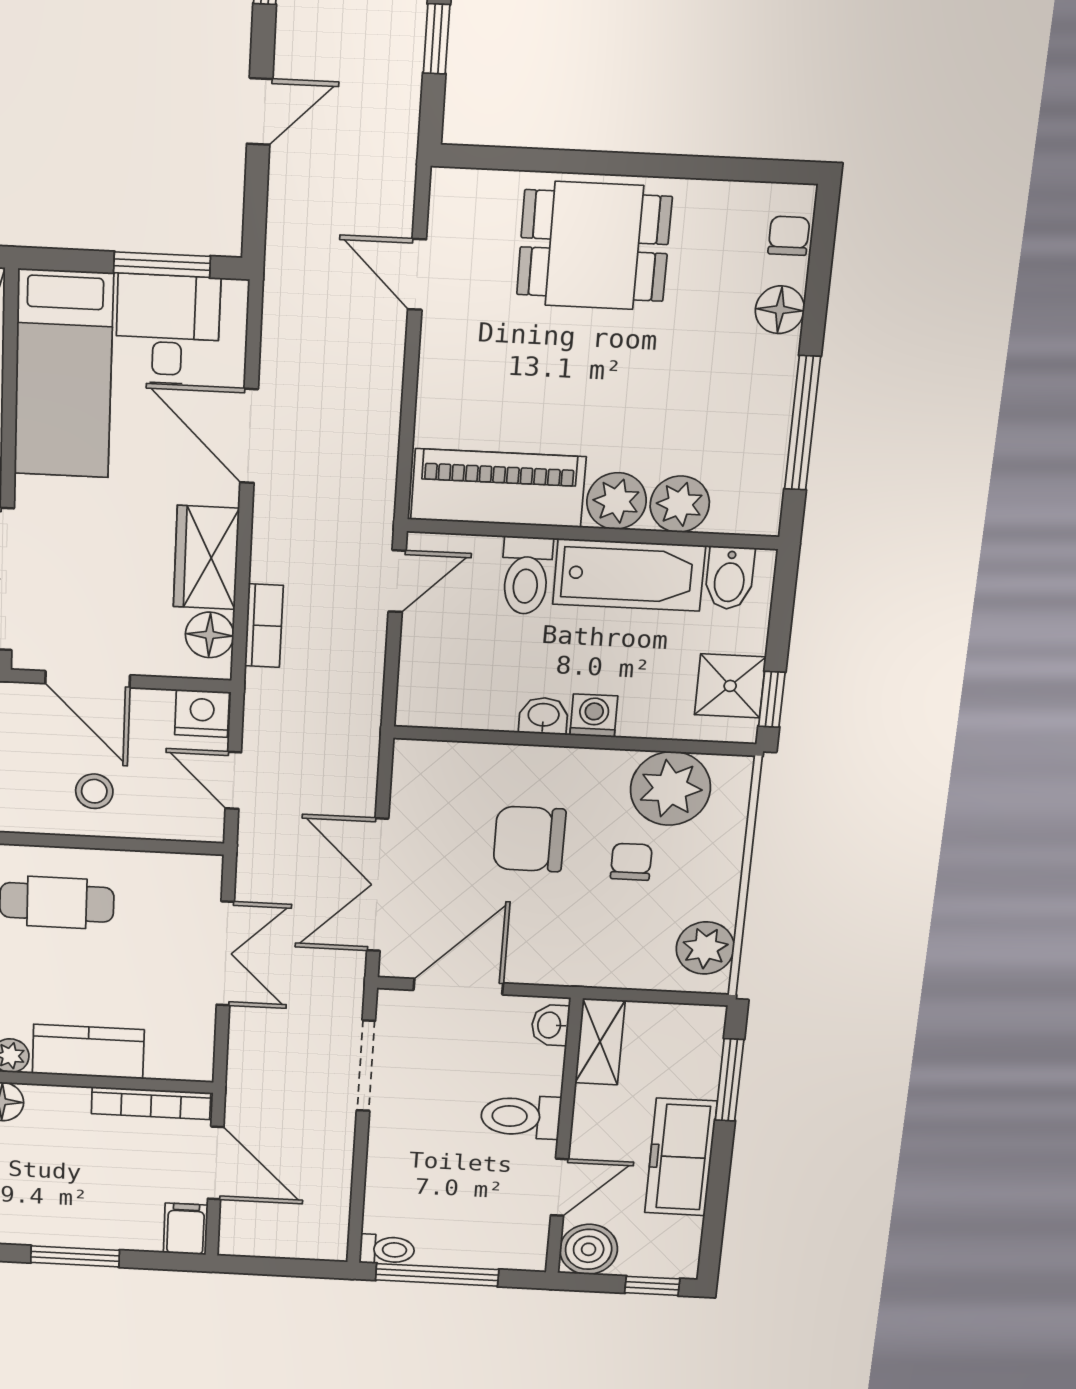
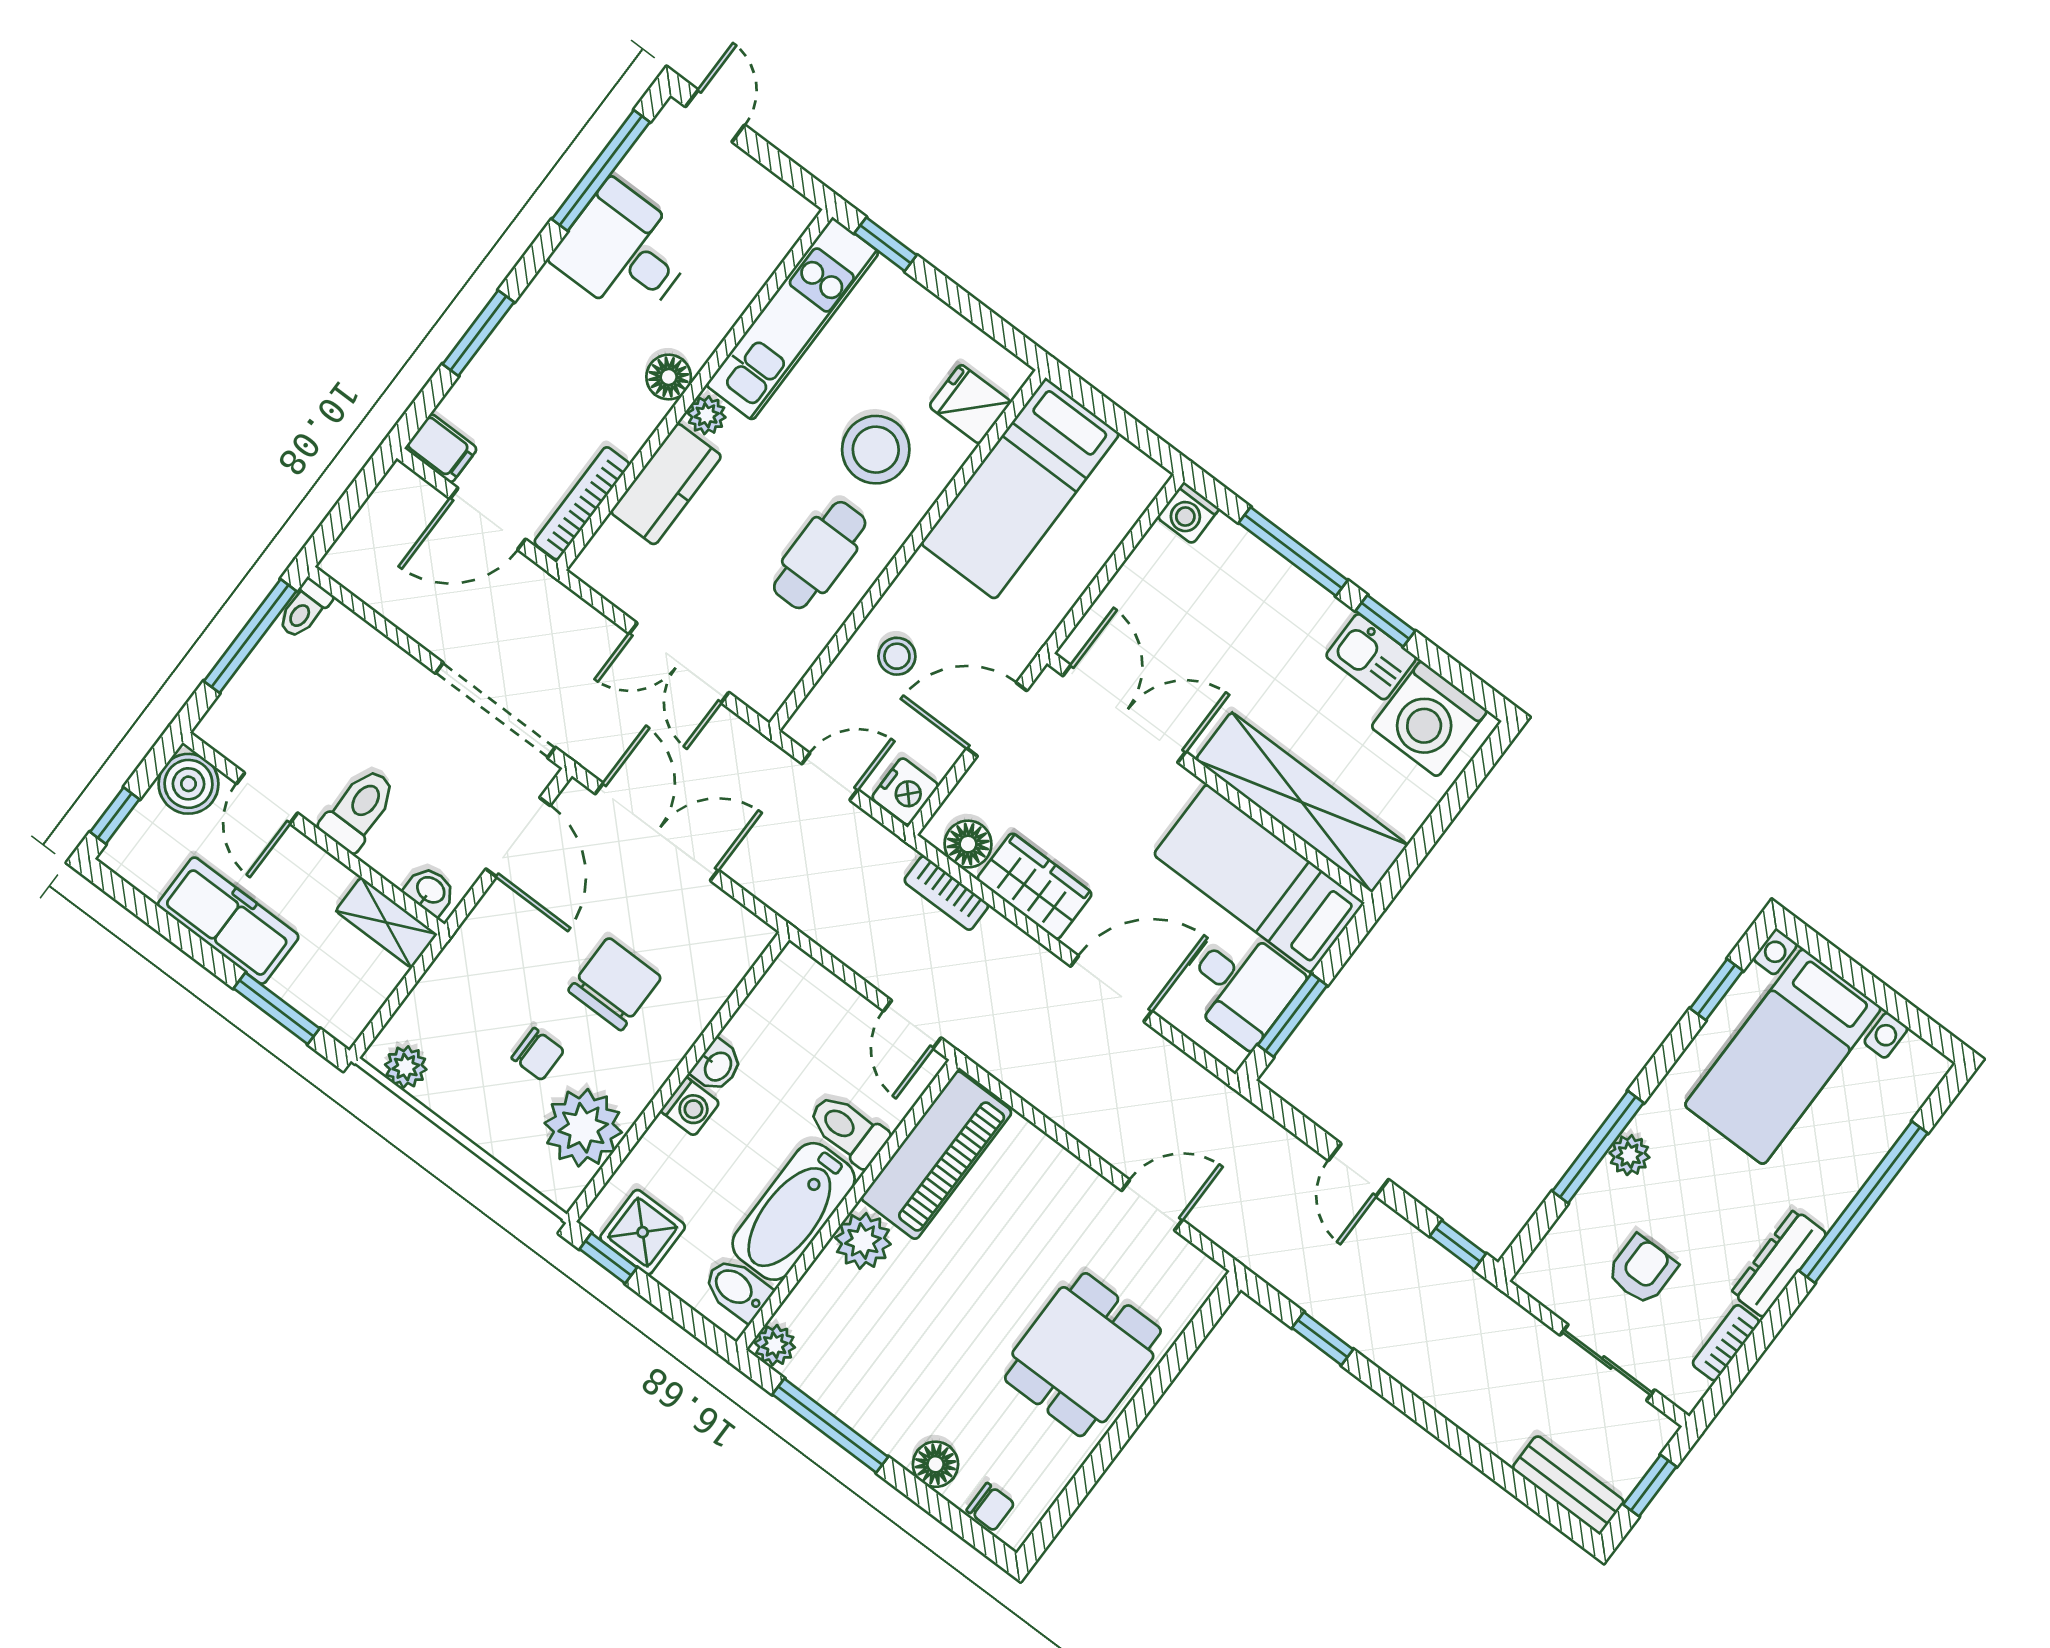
plant: (680, 504) -> (775, 1345), moved, width x0.73, depth x0.73
plant: (705, 948) -> (406, 1067), width x0.73, depth x0.73
doorway: (366, 1066) -> (495, 710), width x1.36

